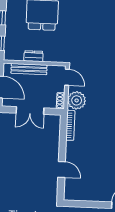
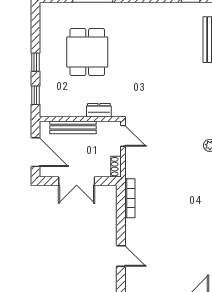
dresser: (33, 56) -> (99, 110), moved
plant: (77, 100) -> (137, 165), removed

